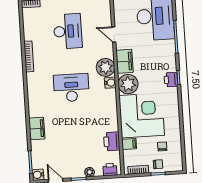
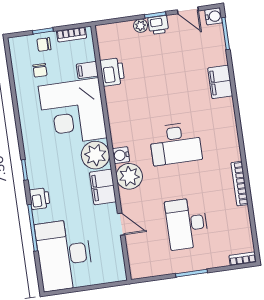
printer: (171, 80) -> (40, 199), moved
printer: (110, 170) -> (158, 25), moved

